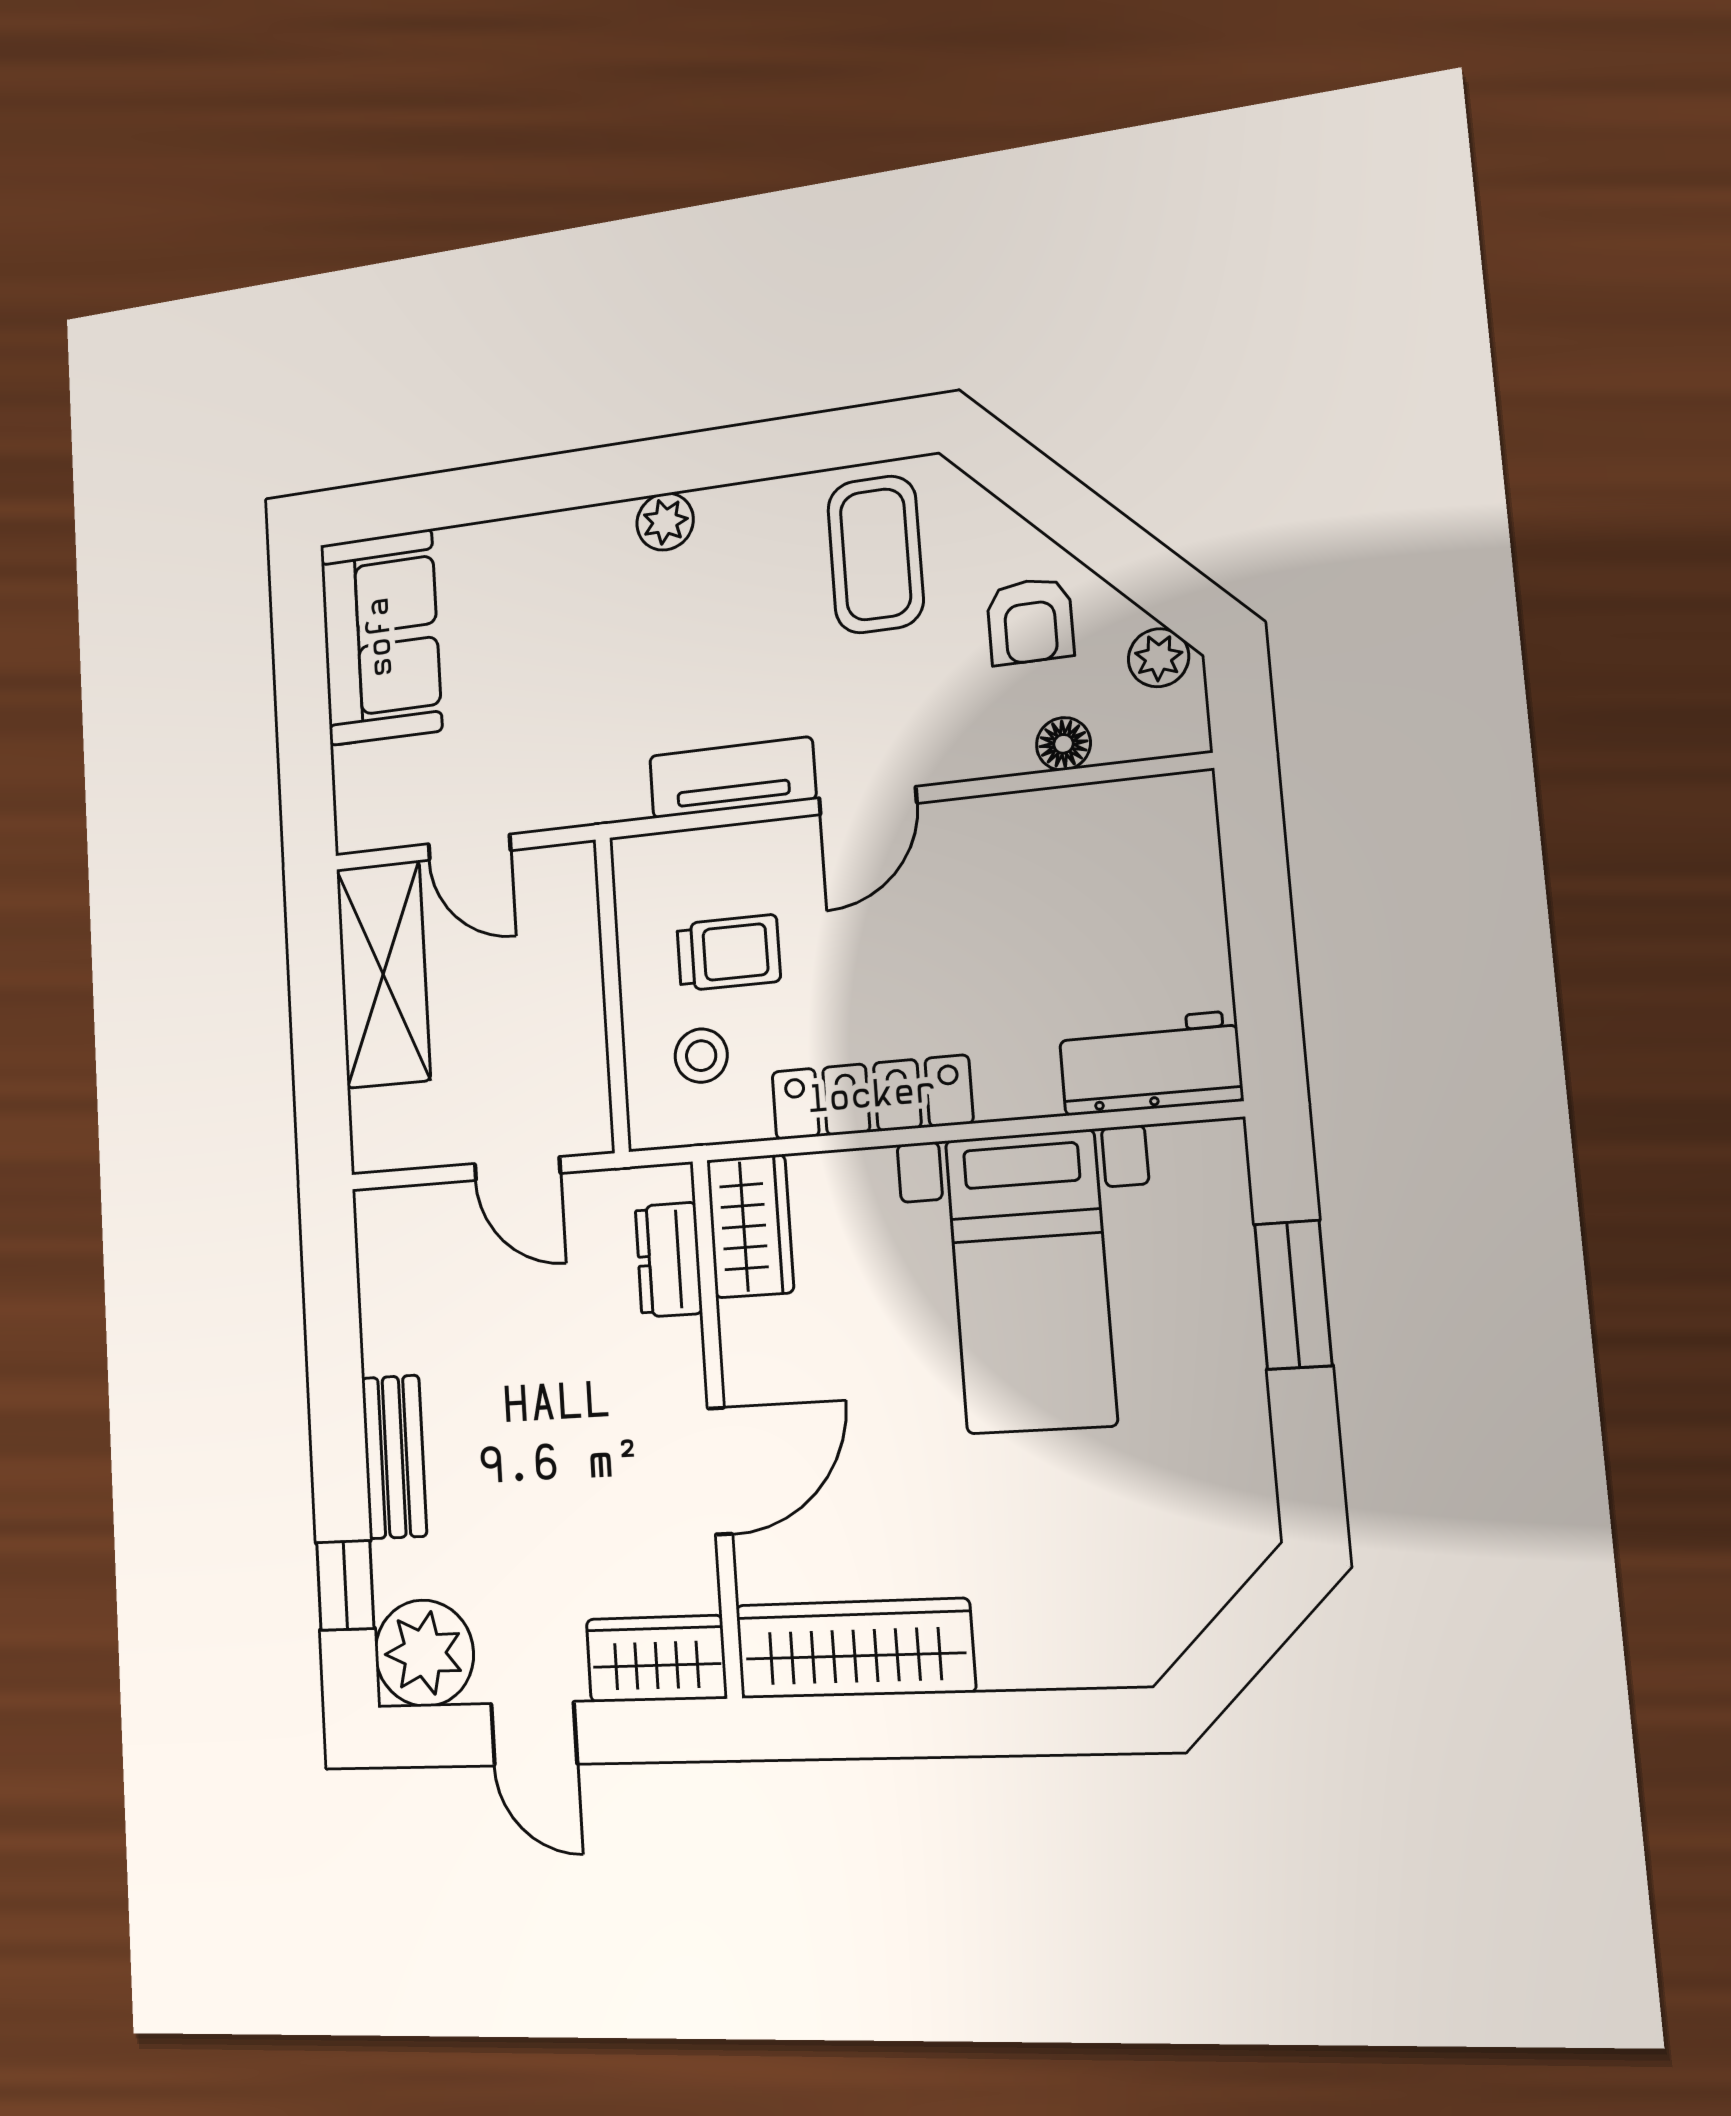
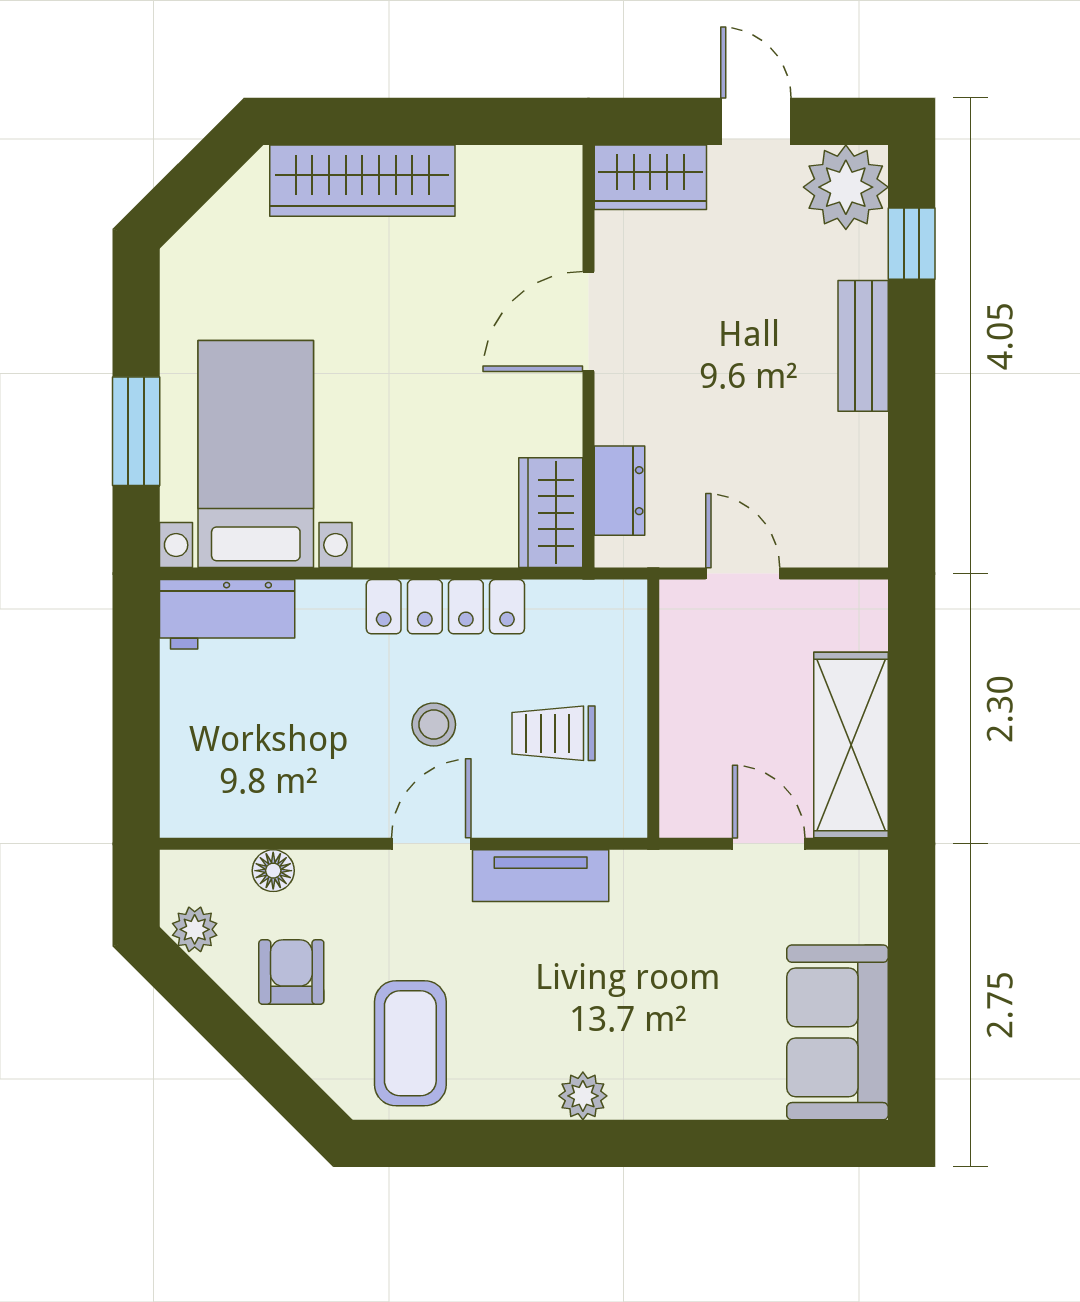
stool: (701, 1056) -> (434, 724), moved
bed with nightstands: (1031, 1282) -> (256, 454), moved
wardrobe: (855, 1649) -> (362, 181), moved

